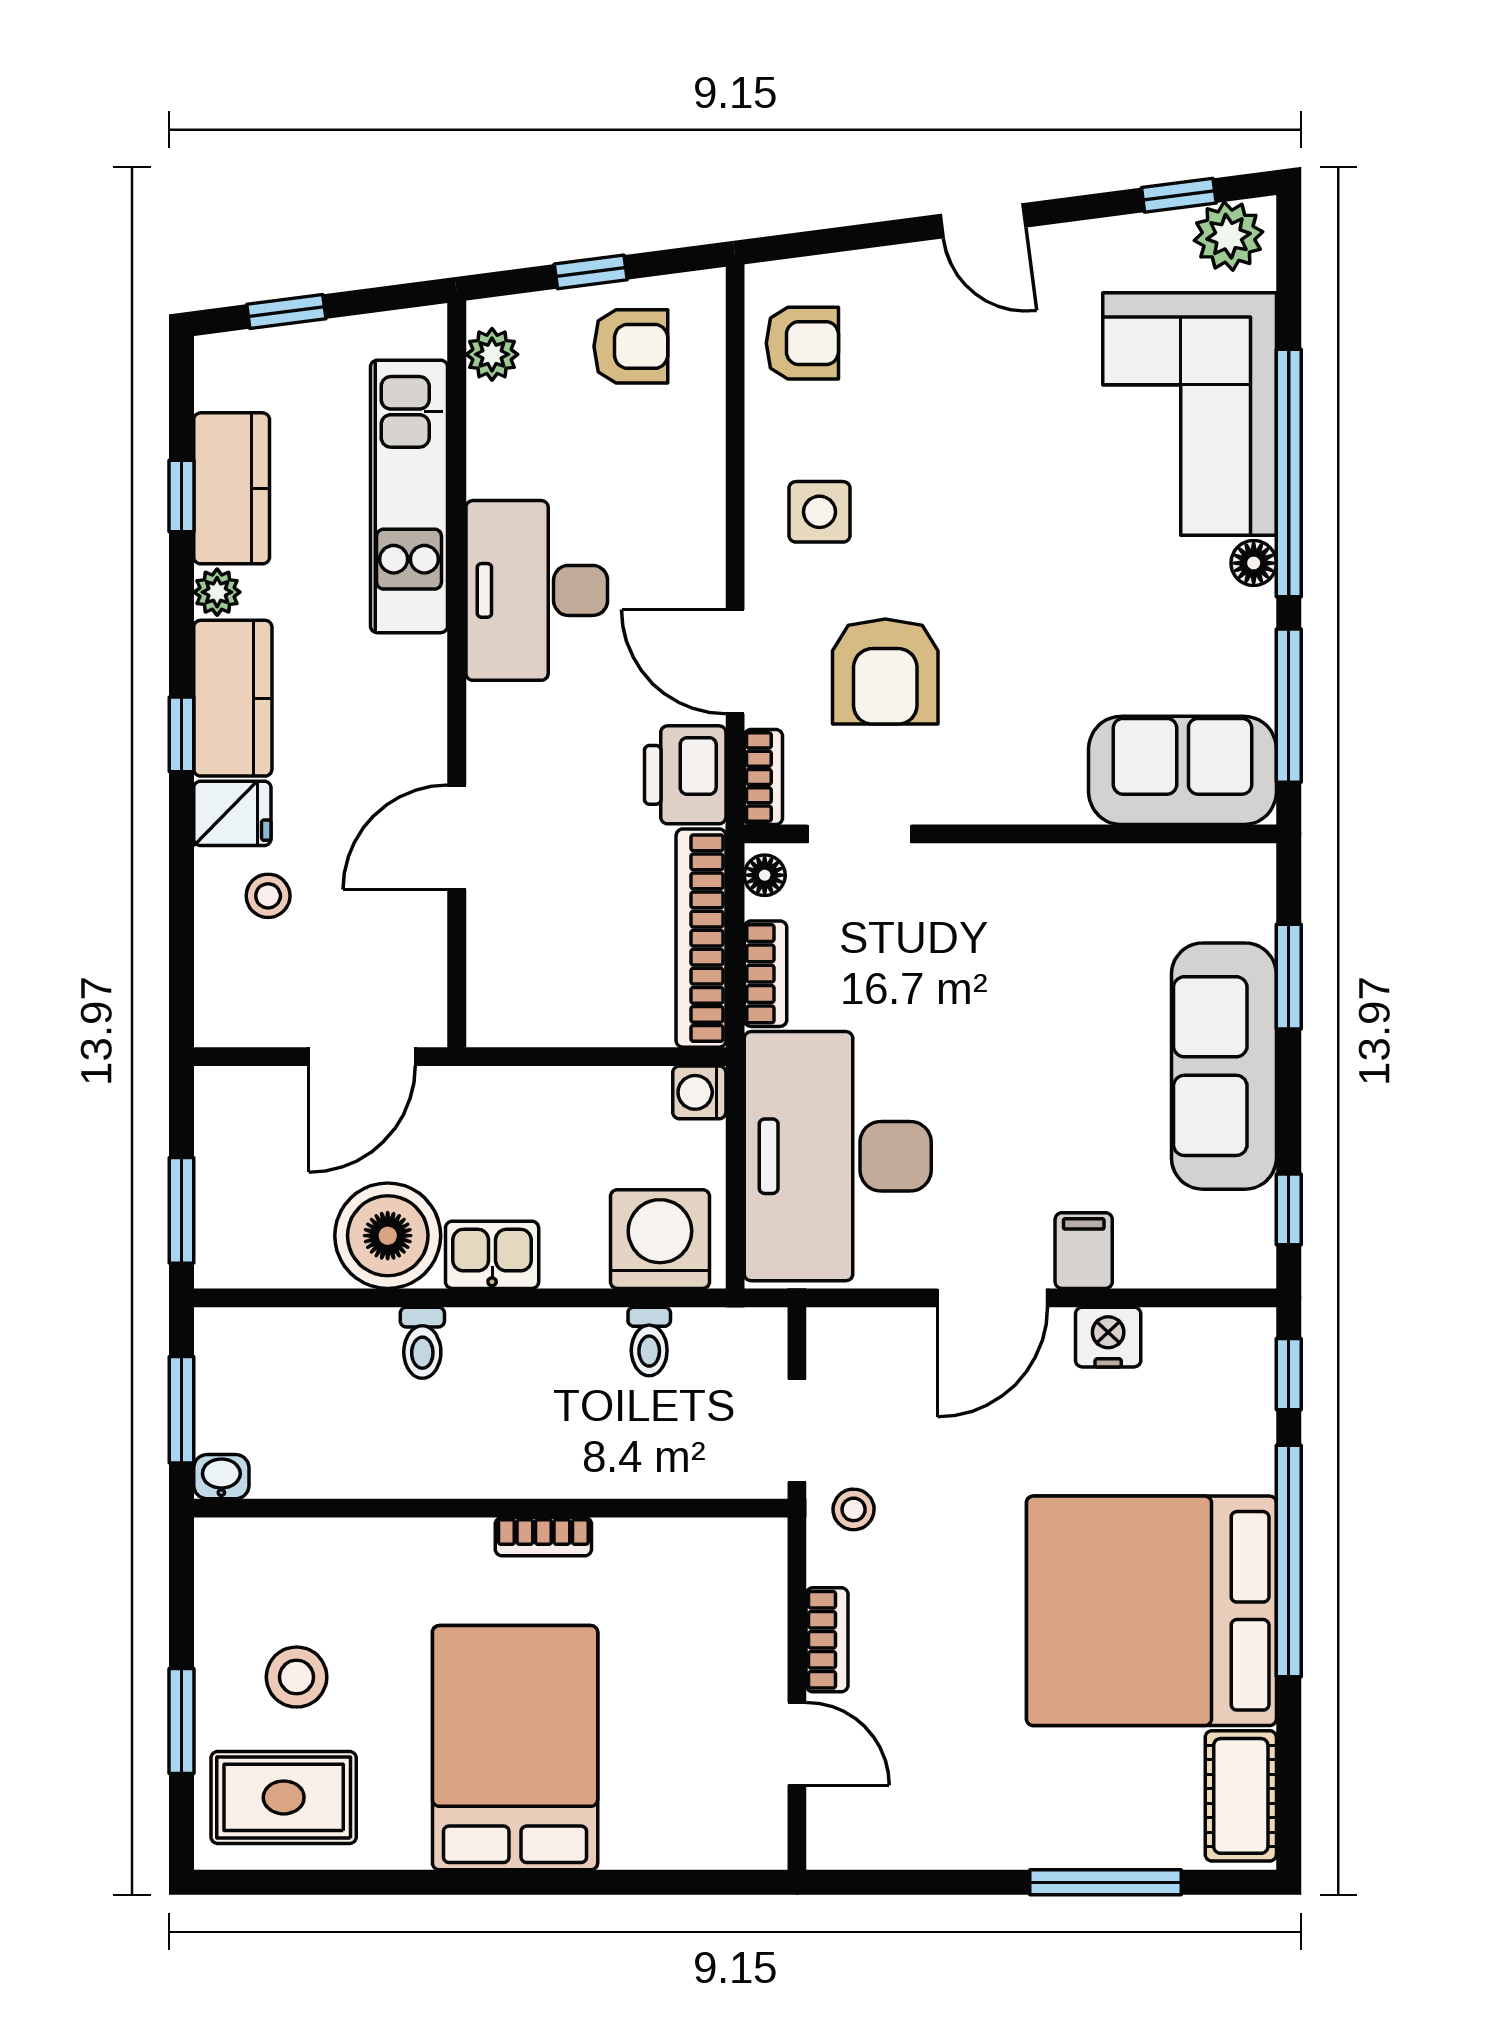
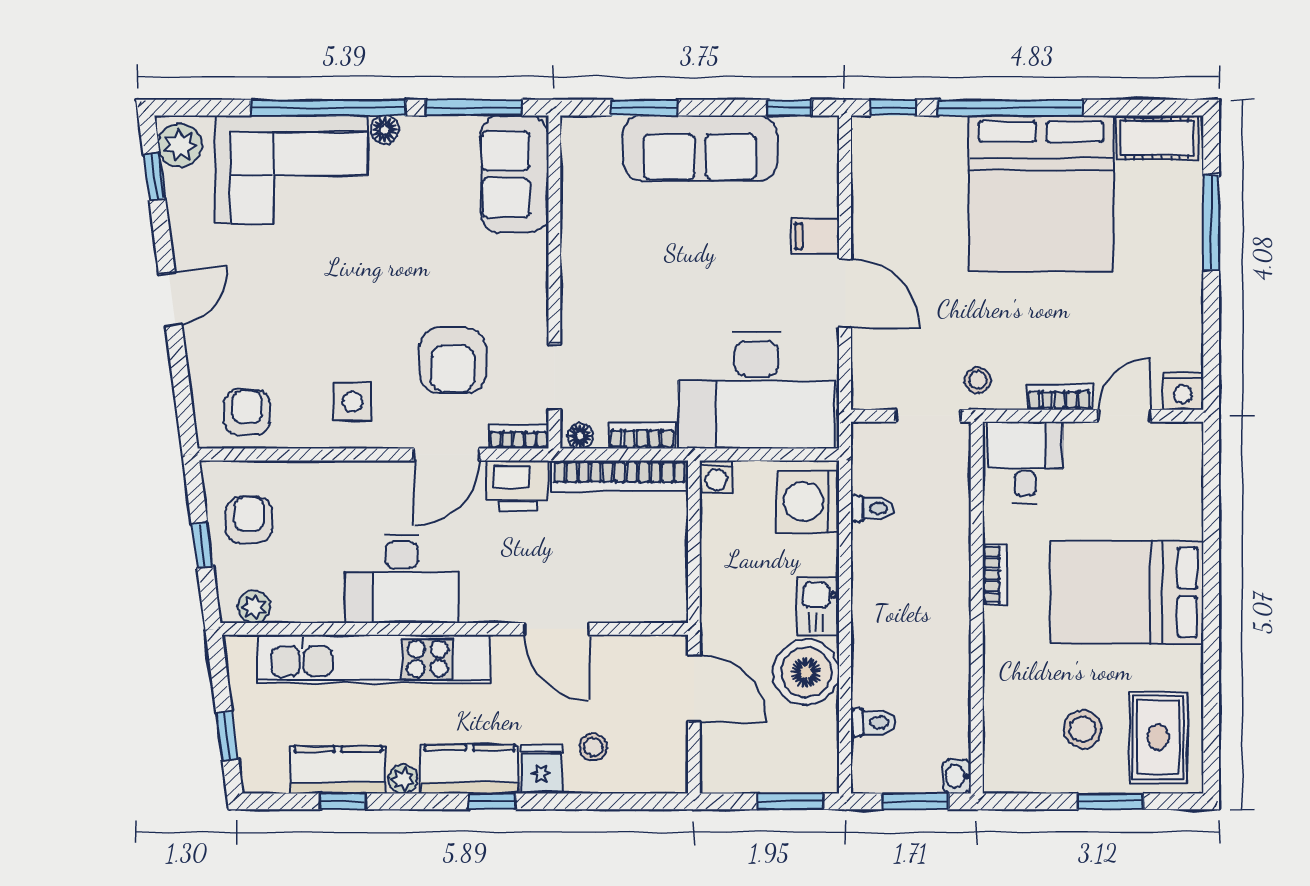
kitchen unit: (409, 496) -> (374, 659), width x1.36
armchair: (885, 672) -> (453, 360), turned 90
nightstand: (1108, 1337) -> (1183, 391), moved, turned -90
toilet: (422, 1343) -> (873, 722), moved
desk: (723, 1585) -> (1025, 462), added

